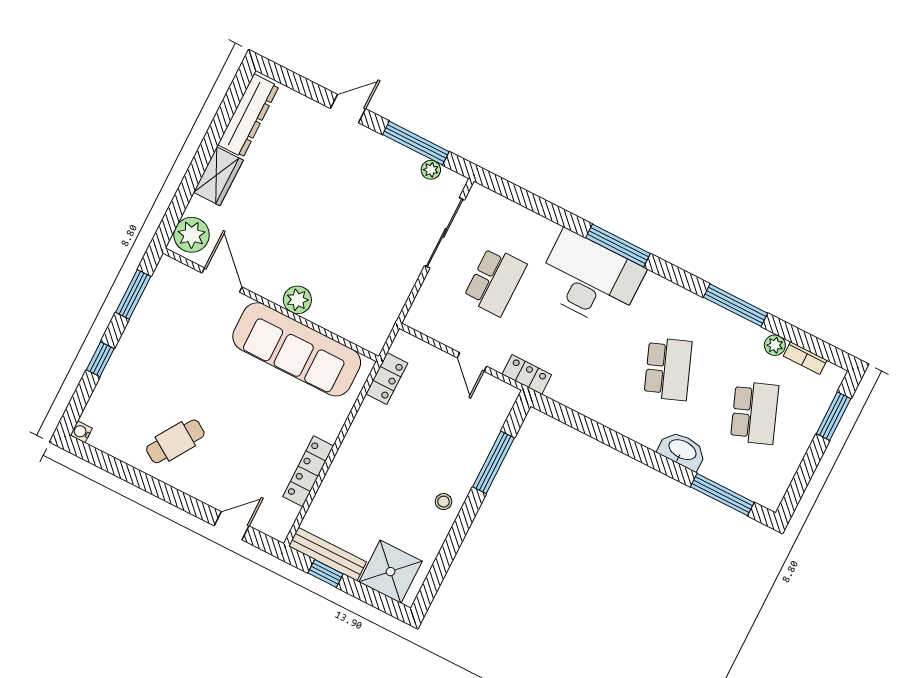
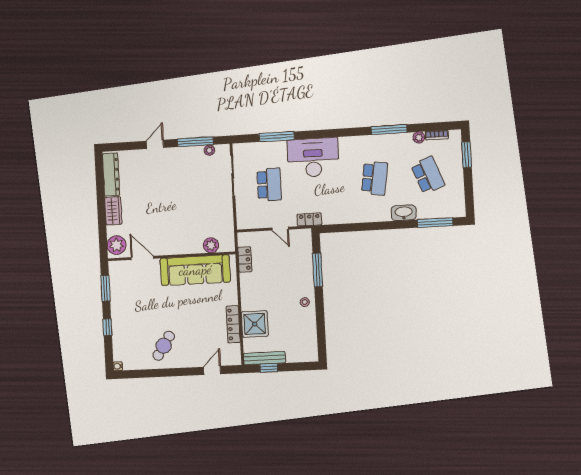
window: (618, 246) -> (277, 137), moved
plant: (297, 300) -> (211, 245), moved
school desk: (668, 369) -> (375, 178), turned 30
shower: (391, 572) -> (255, 324), moved

